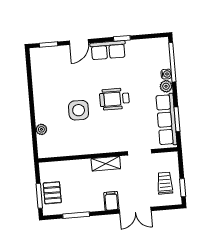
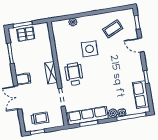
row of seats: (108, 50) -> (141, 95), moved
coffee table: (55, 77) -> (113, 29), added
wheelchair: (114, 99) -> (74, 74), moved

